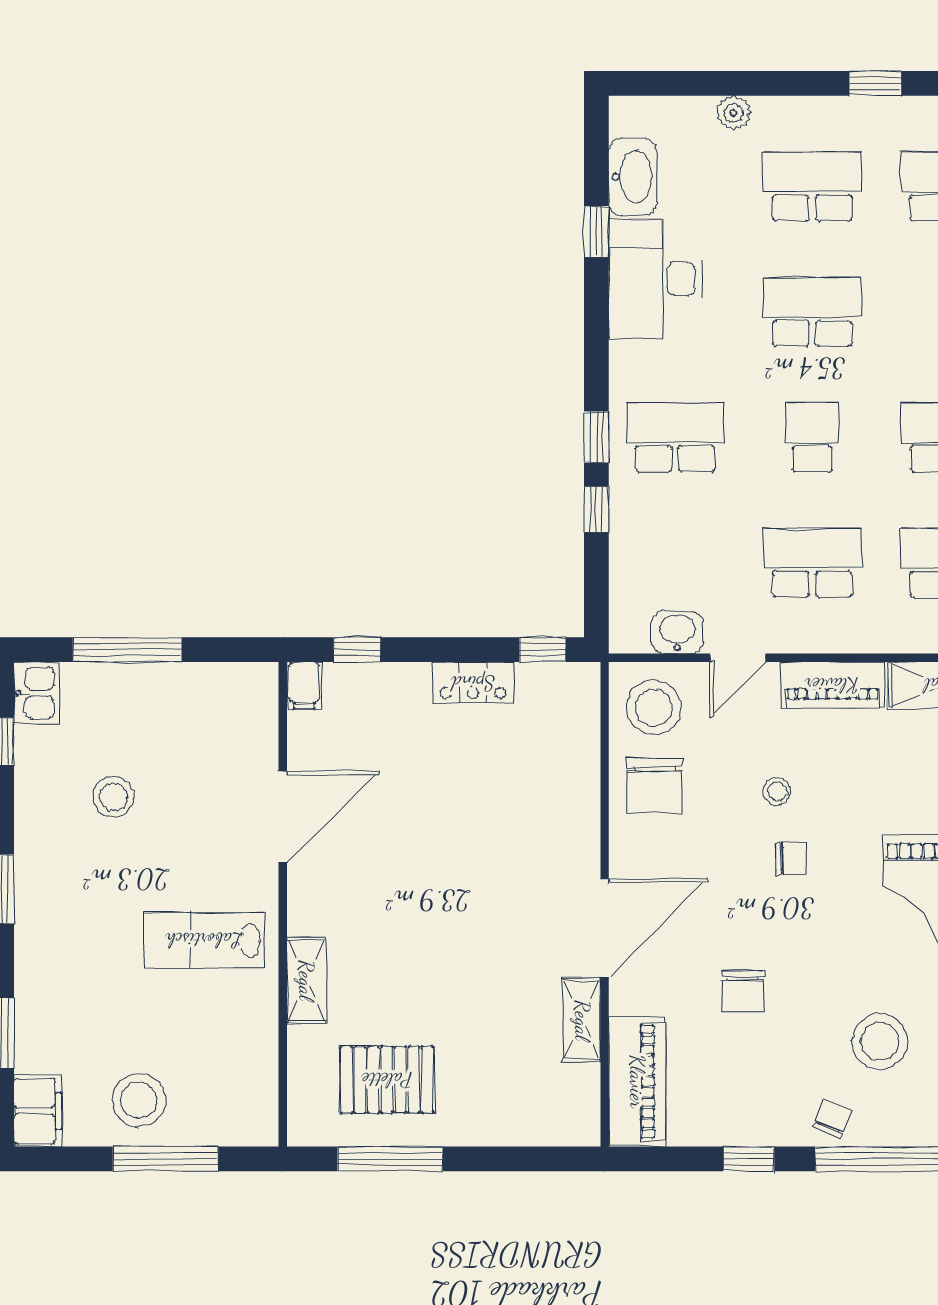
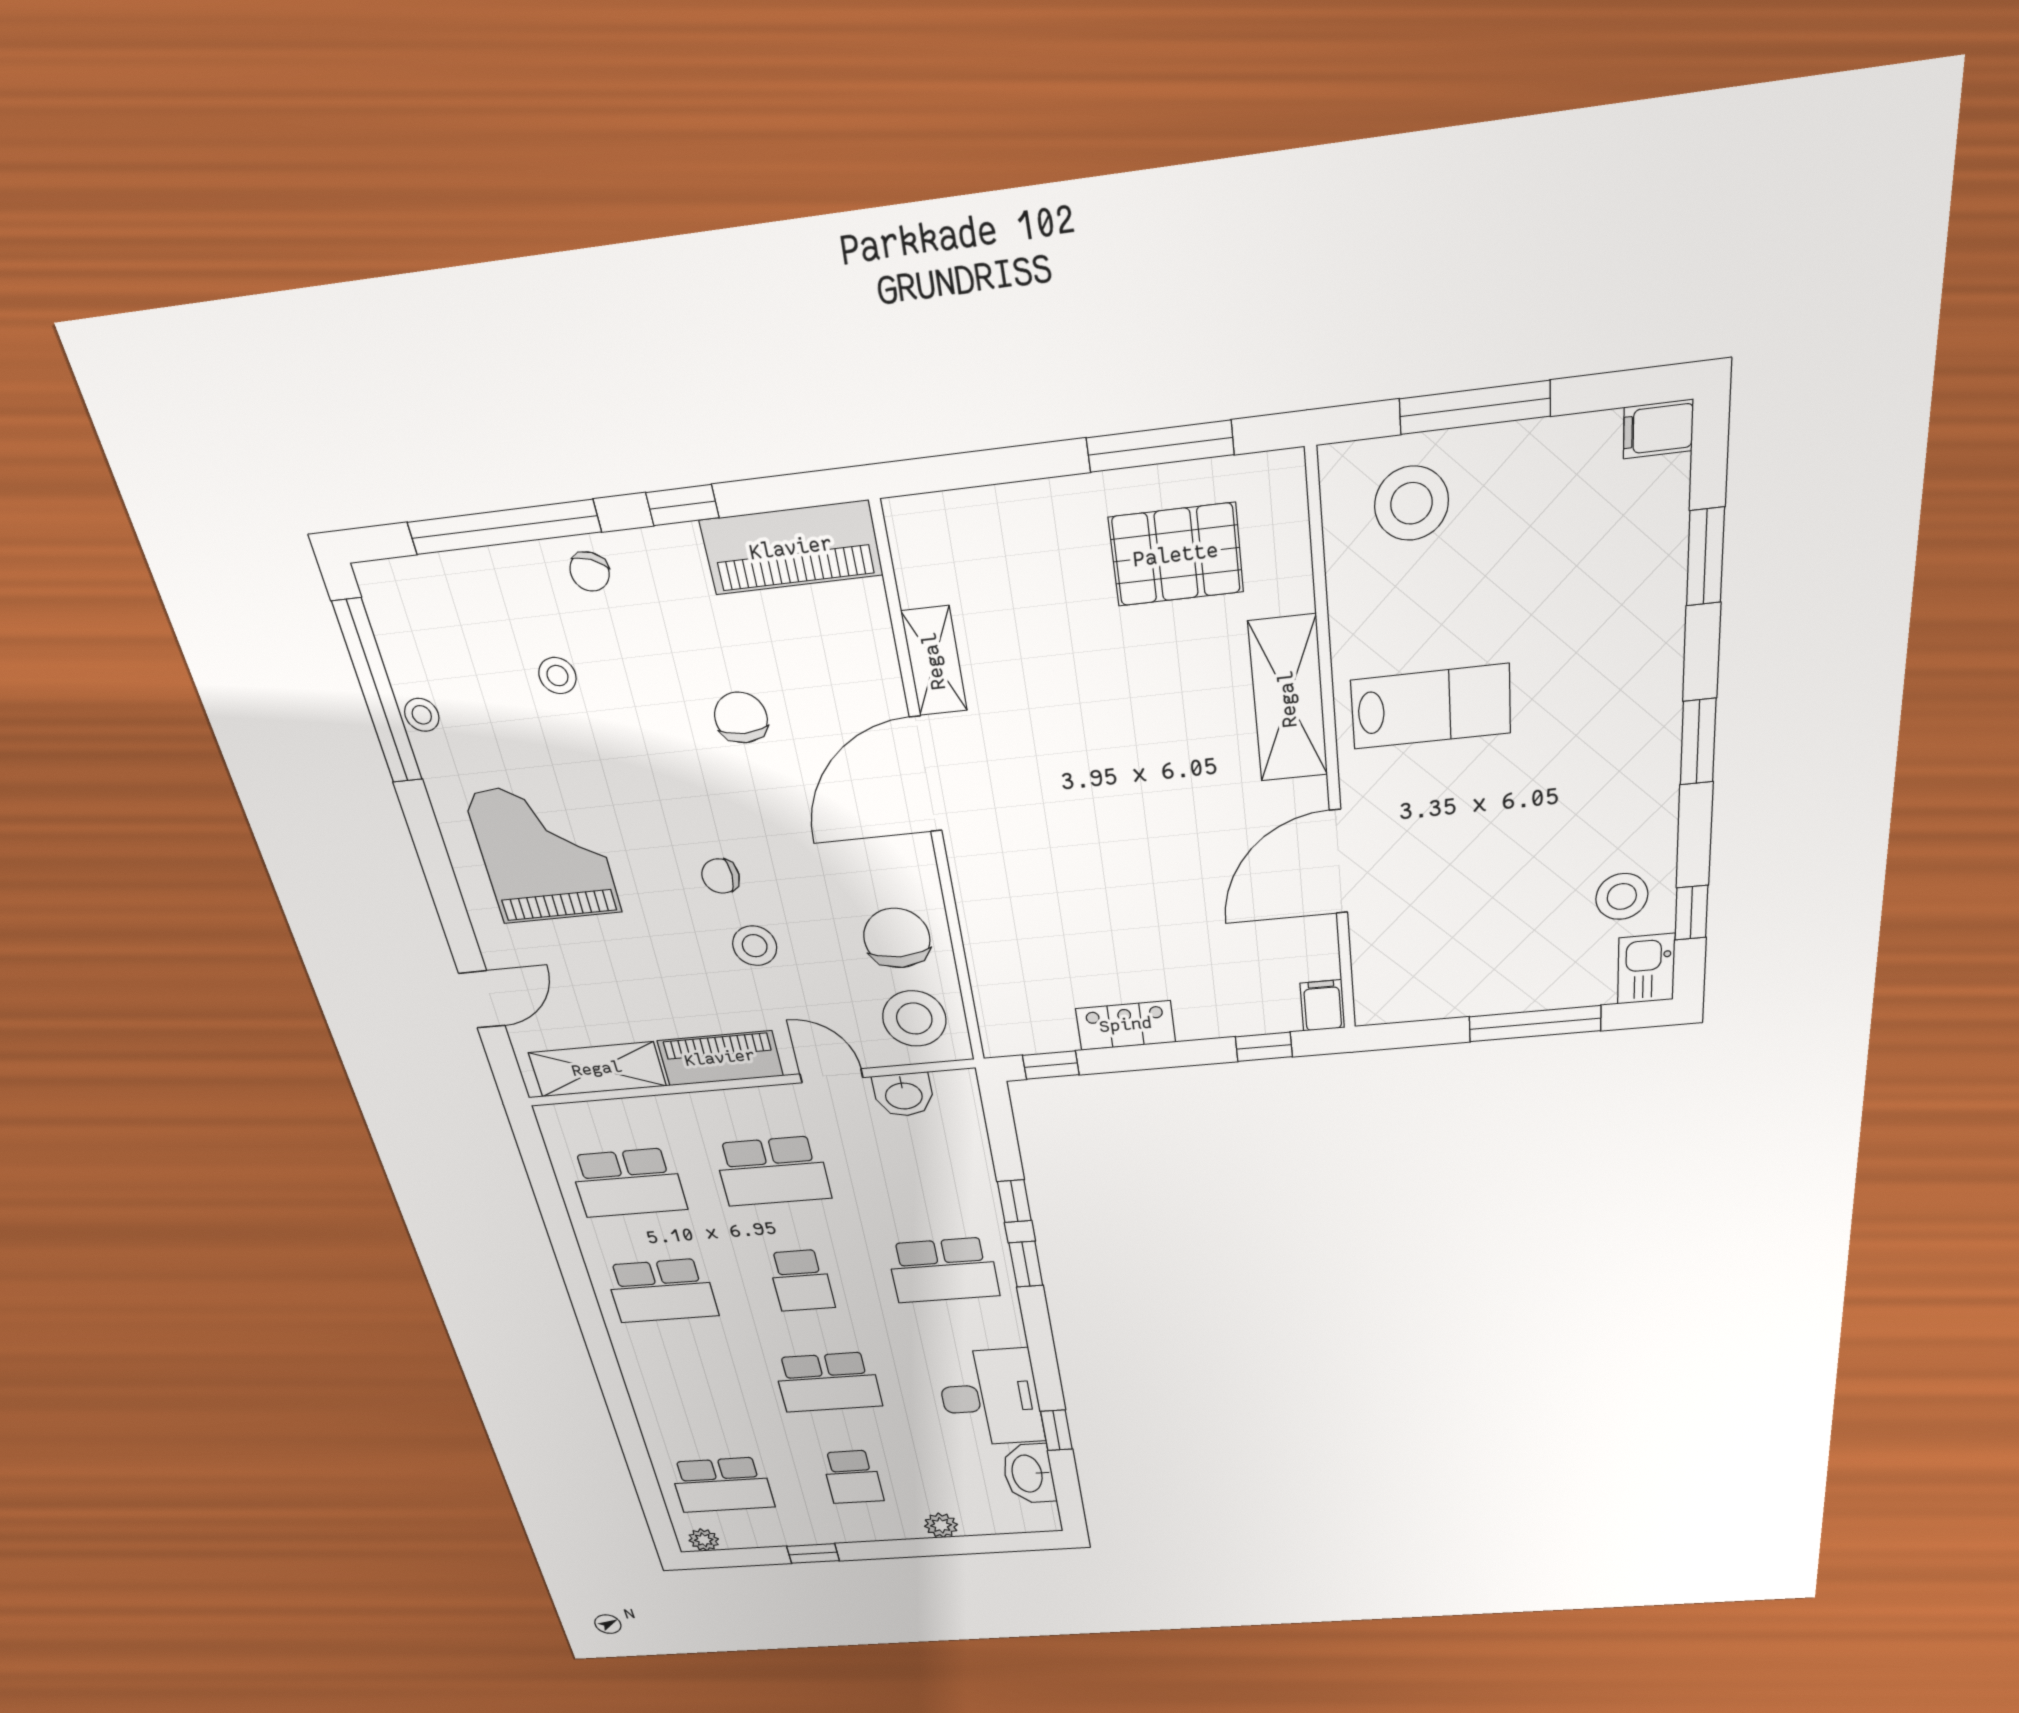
school desk: (812, 186) -> (853, 1477), width x0.54
door: (738, 658) -> (831, 1076), hinge flipped
stool: (777, 791) -> (755, 946), width x1.37, depth x1.37
stool: (114, 797) -> (1622, 896), moved
shelving: (306, 980) -> (1288, 699), width x1.50, depth x1.33
stool: (880, 1041) -> (557, 676), width x0.53, depth x0.53
piano: (637, 1081) -> (791, 548), moved, turned -90
stool: (139, 1100) -> (1411, 503), moved
filing cabinet: (38, 1111) -> (1658, 429), width x0.50

